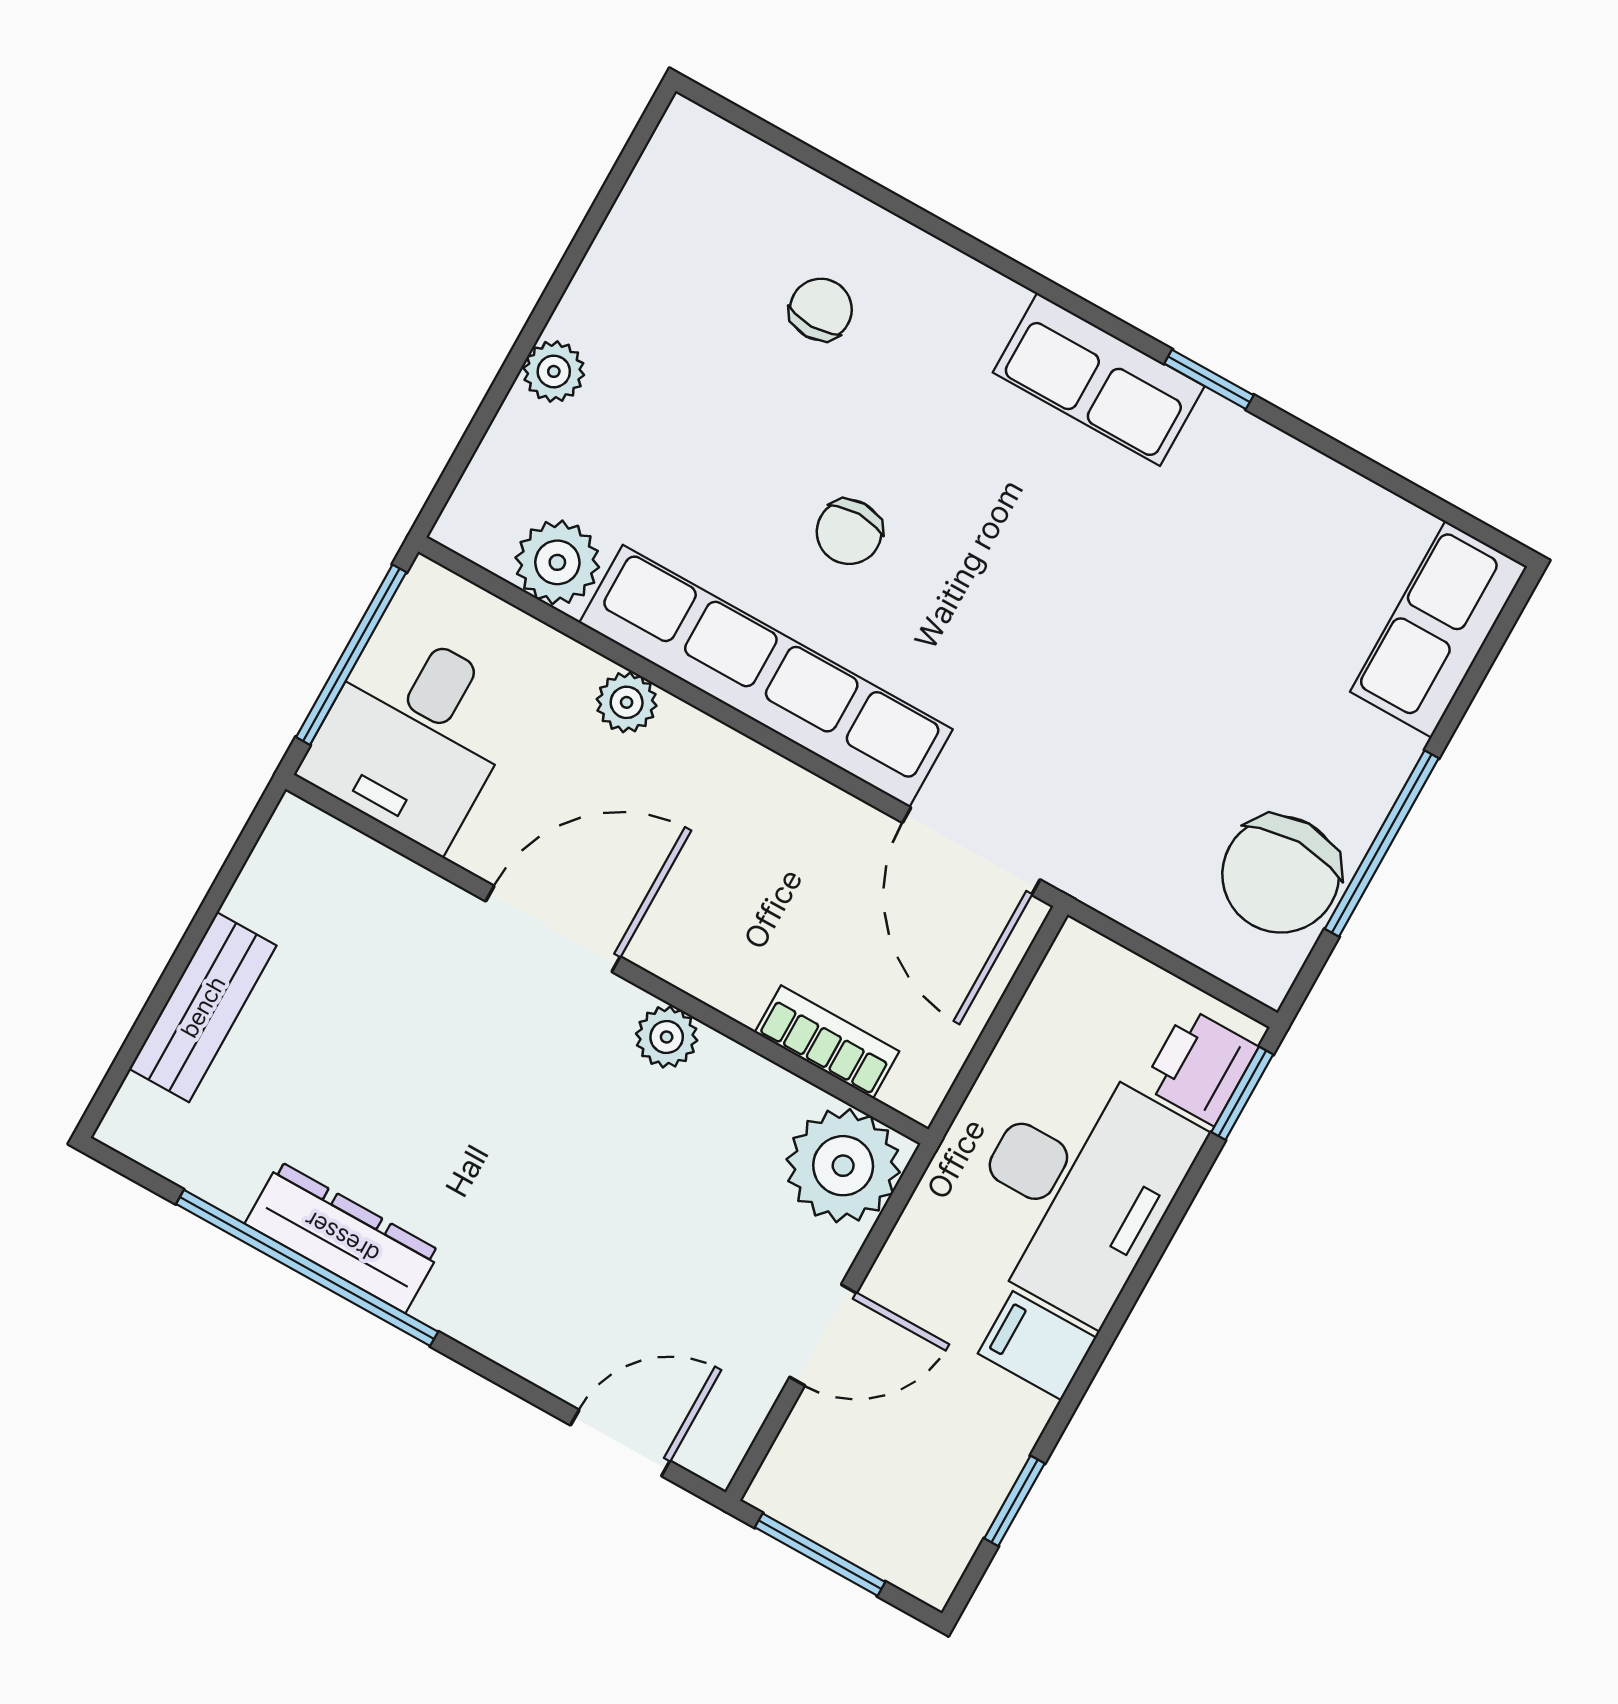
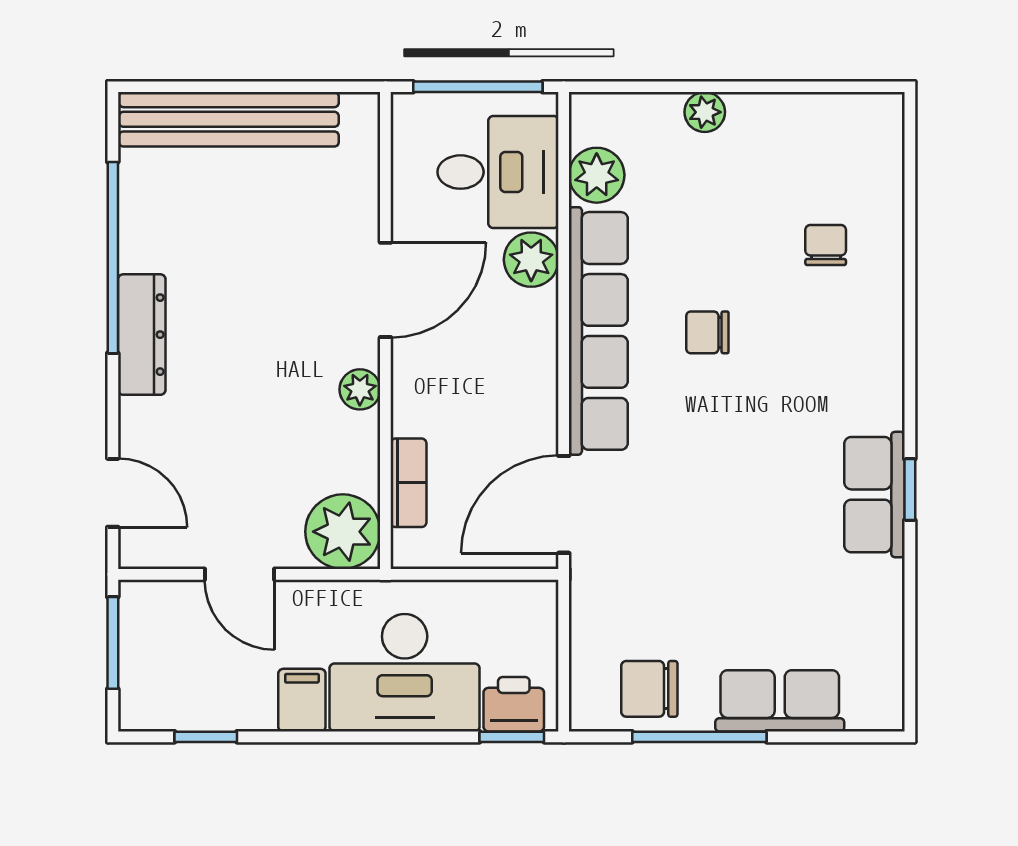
chair: (821, 309) -> (826, 245), turned -90
row of seats: (1099, 379) -> (874, 495), moved
row of seats: (1439, 629) -> (780, 701), moved
plant: (627, 702) -> (531, 260), width x1.38, depth x1.38
desk: (413, 736) -> (498, 172), moved, turned 180
chair: (1281, 874) -> (649, 689), width x0.73, depth x0.73
door: (553, 929) -> (385, 290), hinge flipped
bench: (203, 1007) -> (229, 119), width x1.86, depth x1.21
dresser: (342, 1237) -> (142, 335), moved

